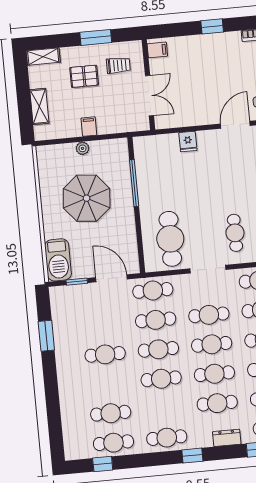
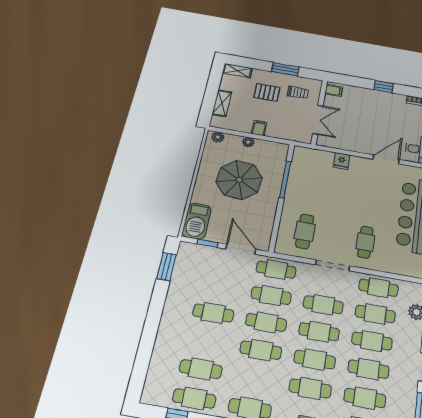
plant: (48, 152) -> (218, 137), added
cafe table: (170, 239) -> (305, 231), width x0.73, depth x0.74
window: (46, 336) -> (167, 267), moved

